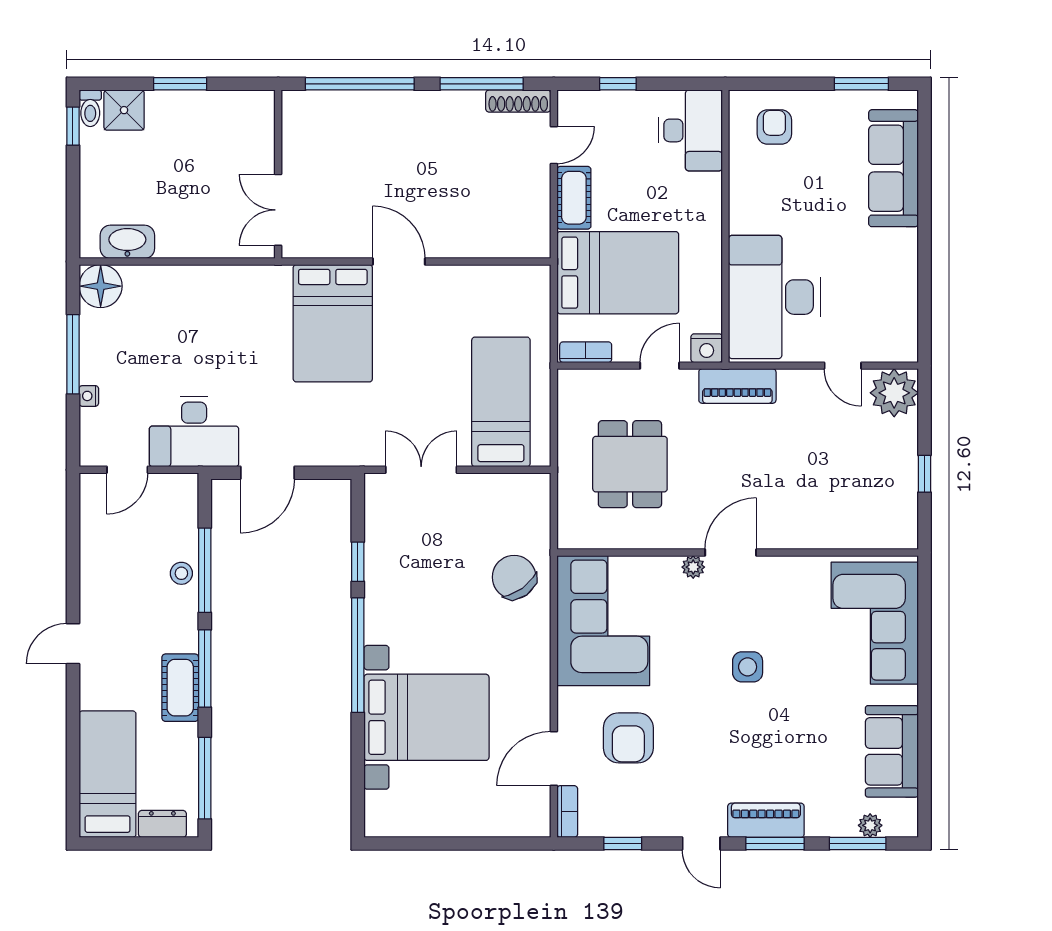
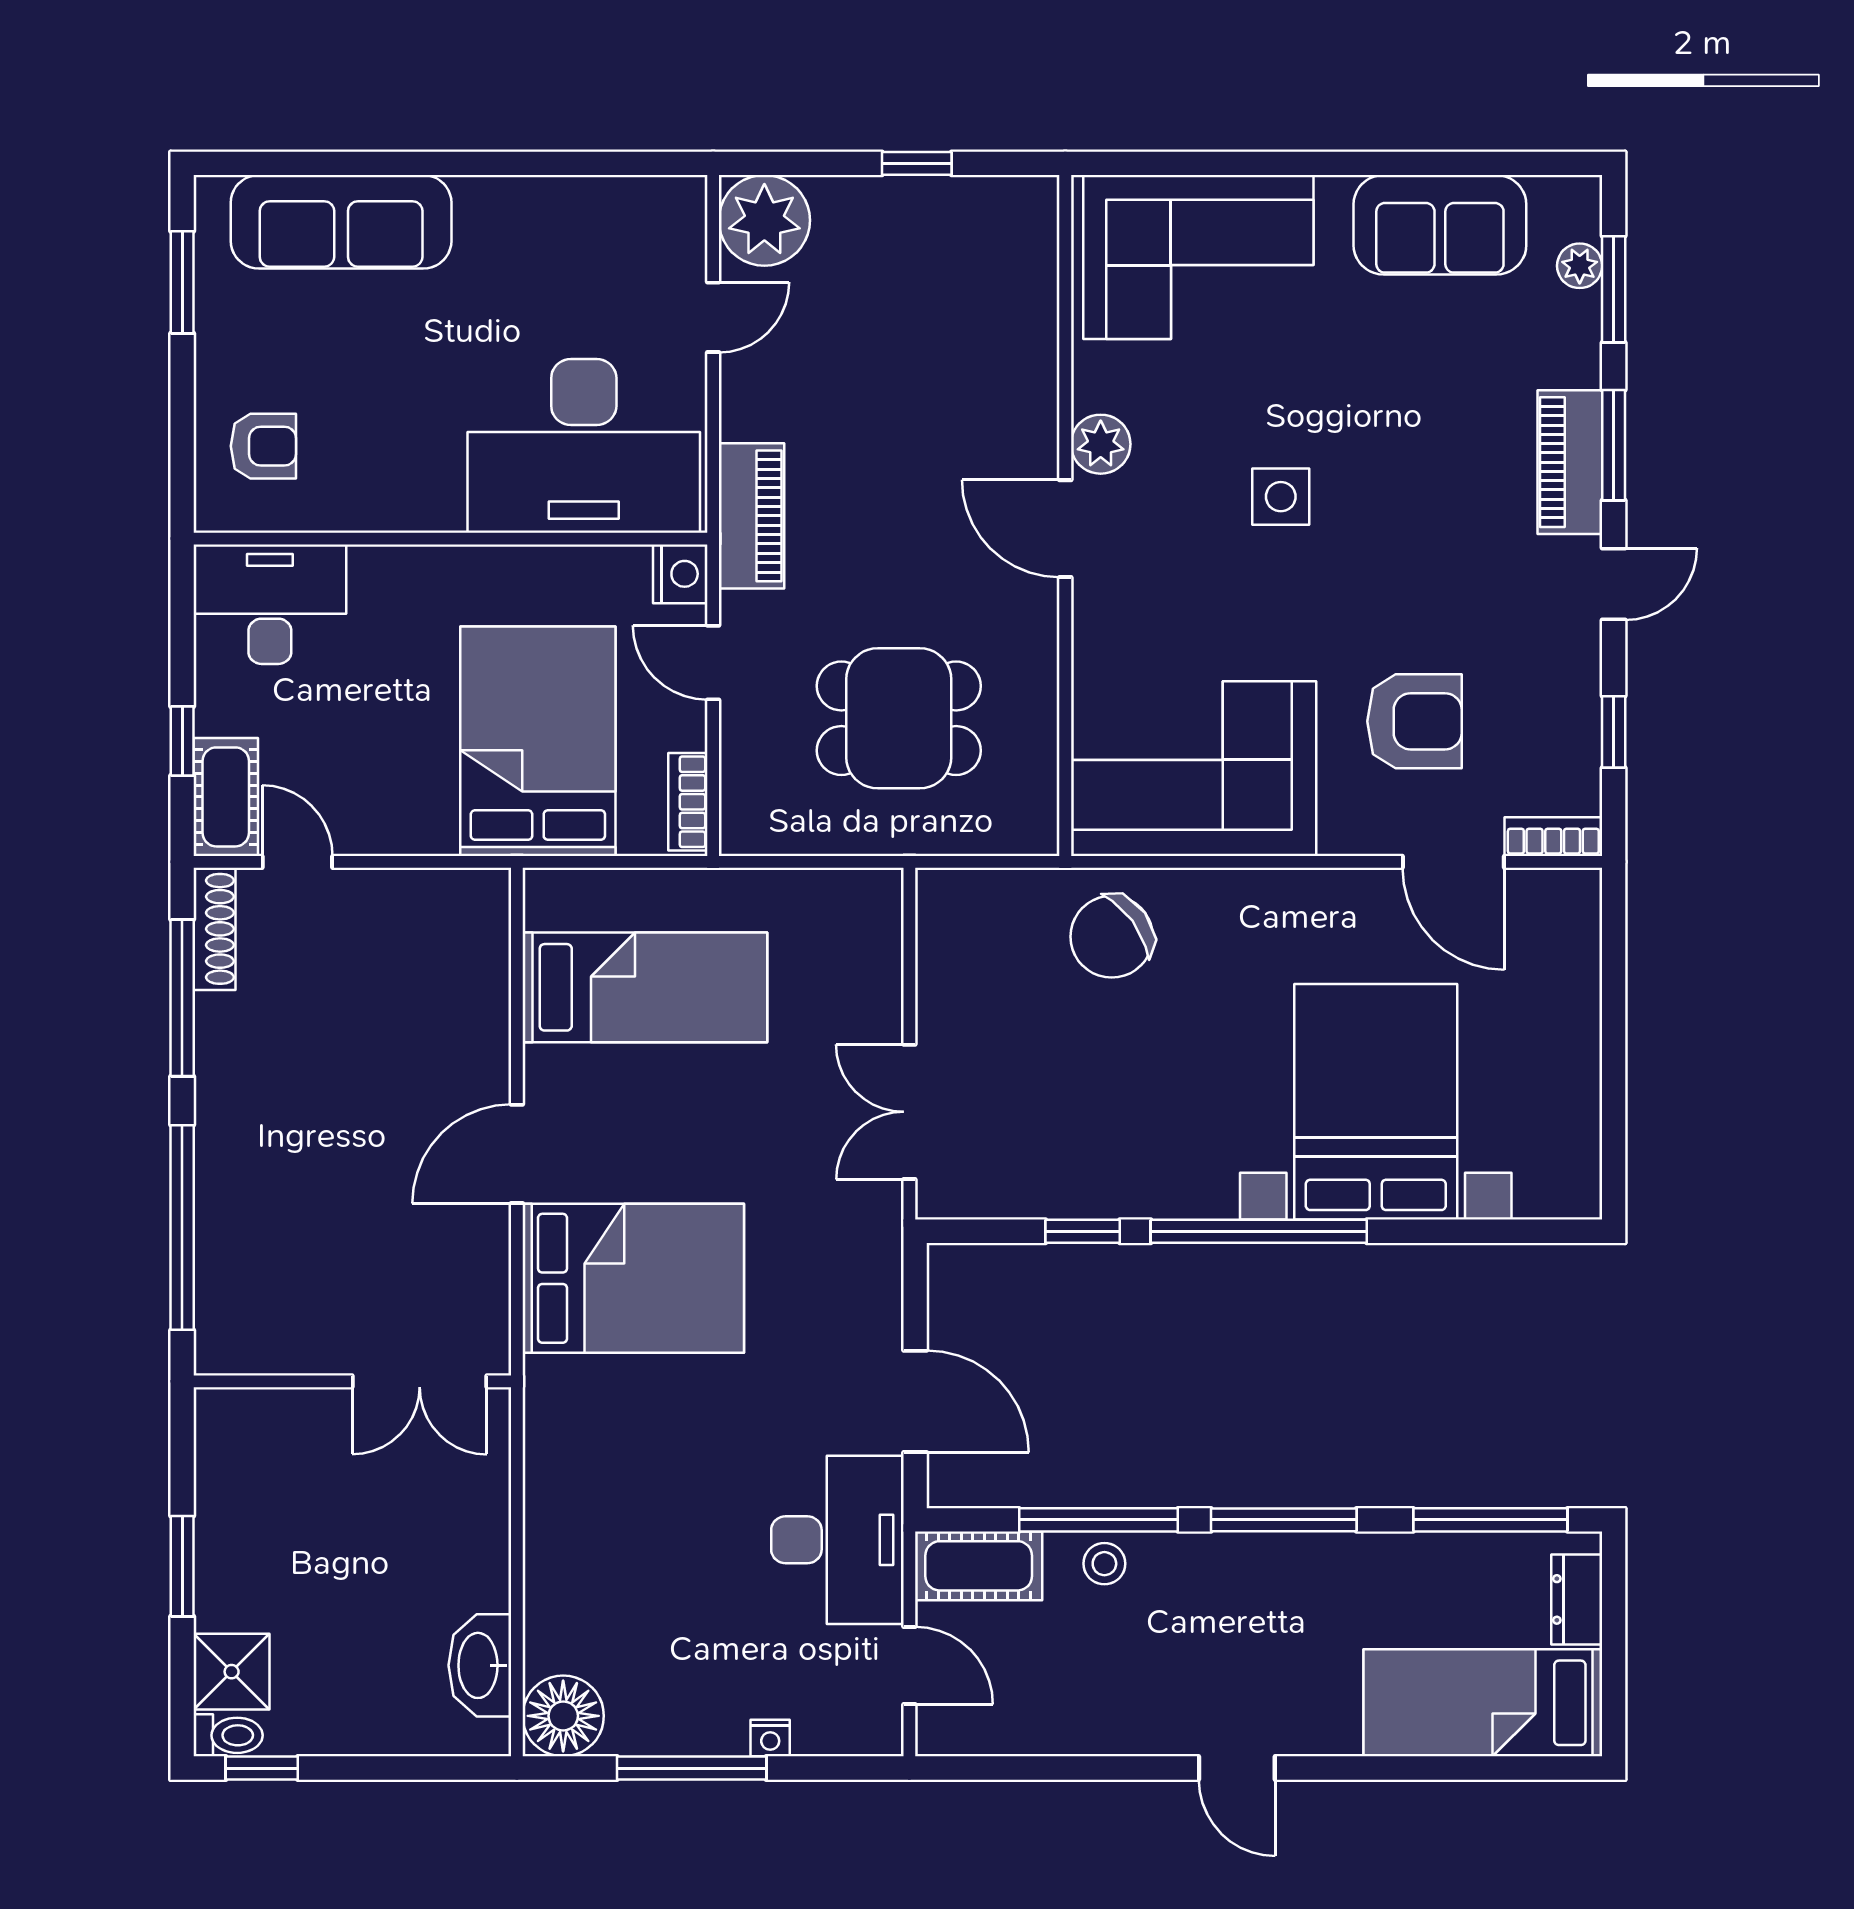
armchair: (774, 127) -> (263, 446), turned 180
cot: (574, 198) -> (226, 797), moved, turned 90
bed: (501, 402) -> (645, 987), moved, turned 180
plant: (693, 567) -> (1101, 444), moved, width x1.38, depth x1.38
cot: (180, 688) -> (979, 1566), moved

